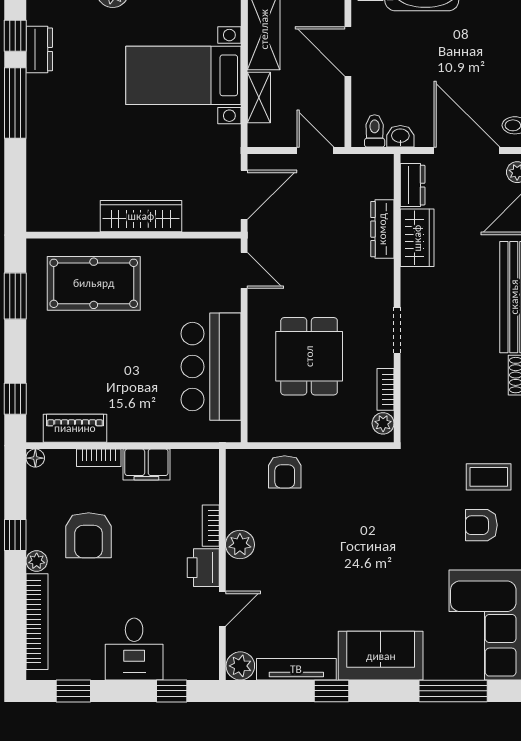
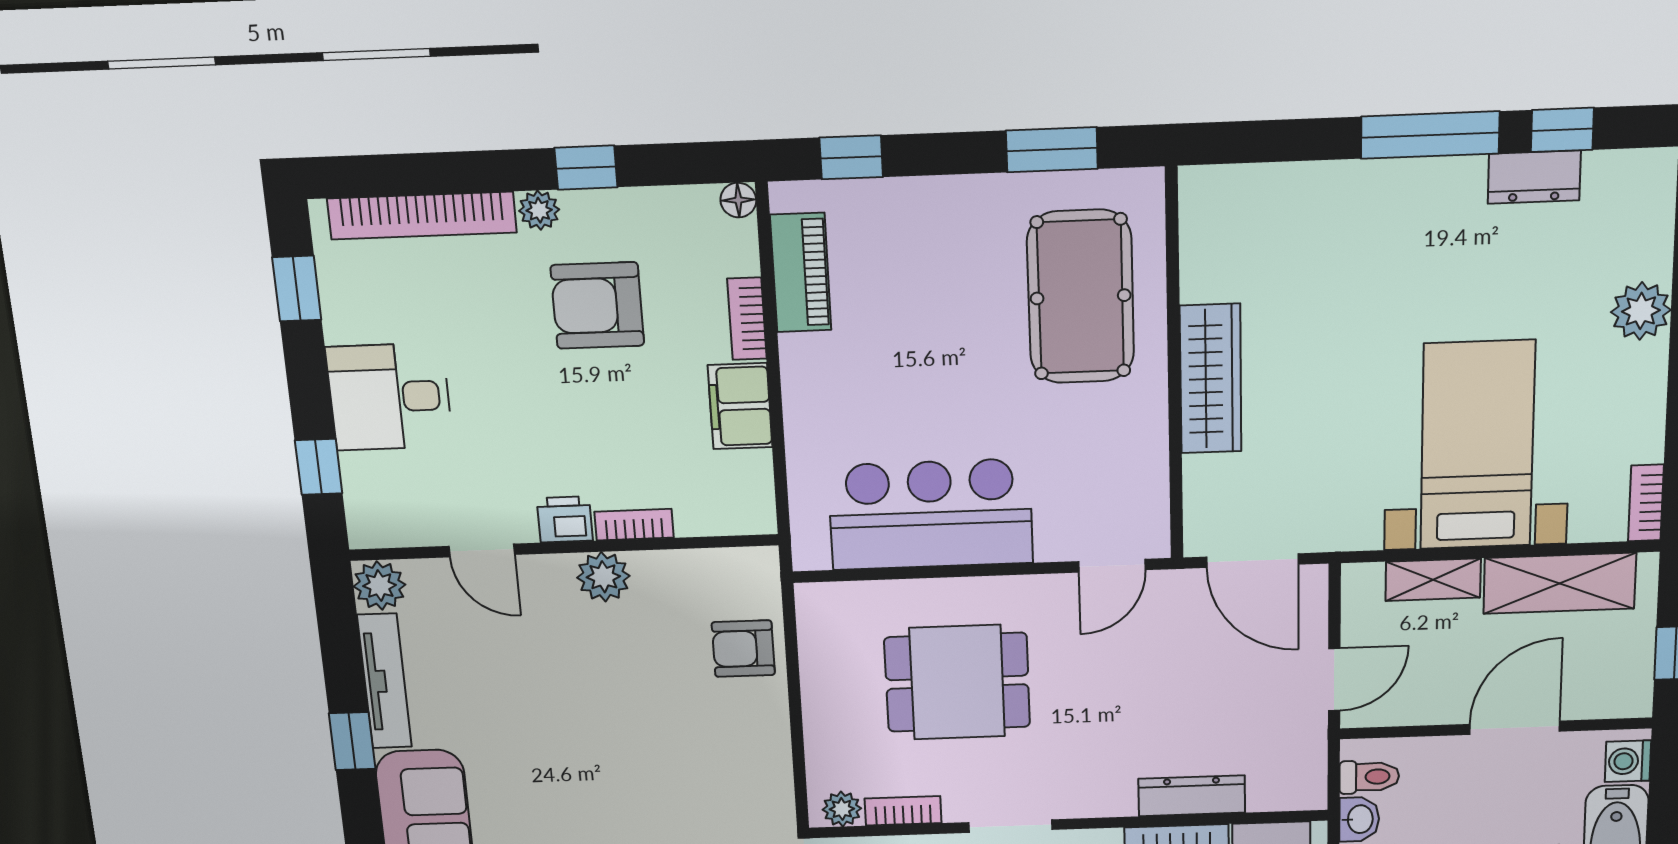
printer: (203, 568) -> (565, 519), width x0.73, depth x0.81

